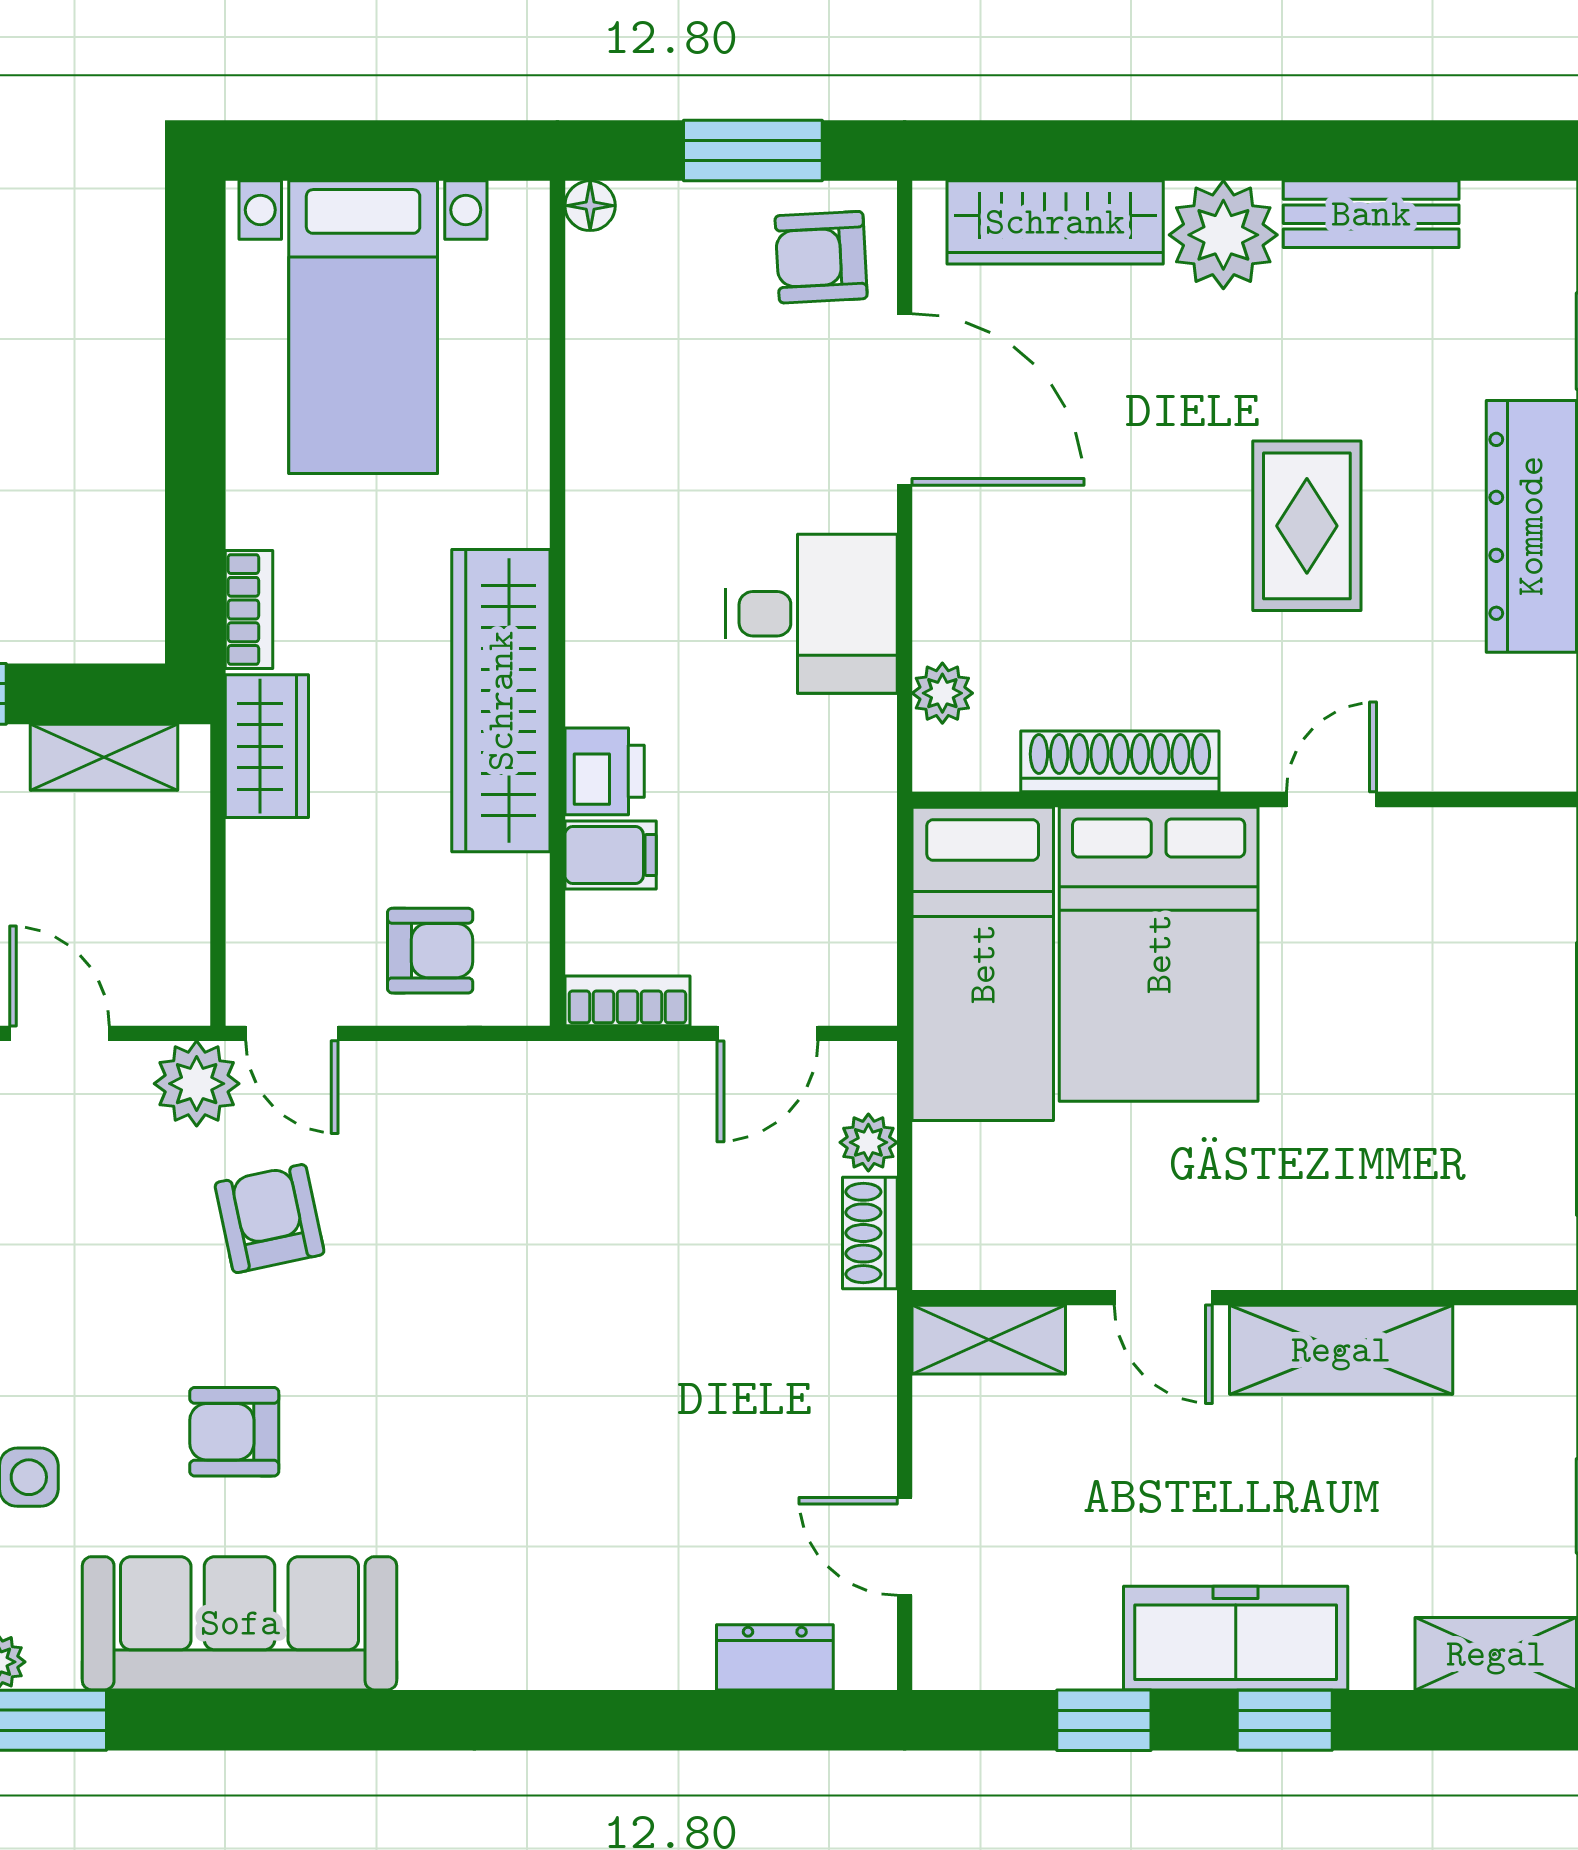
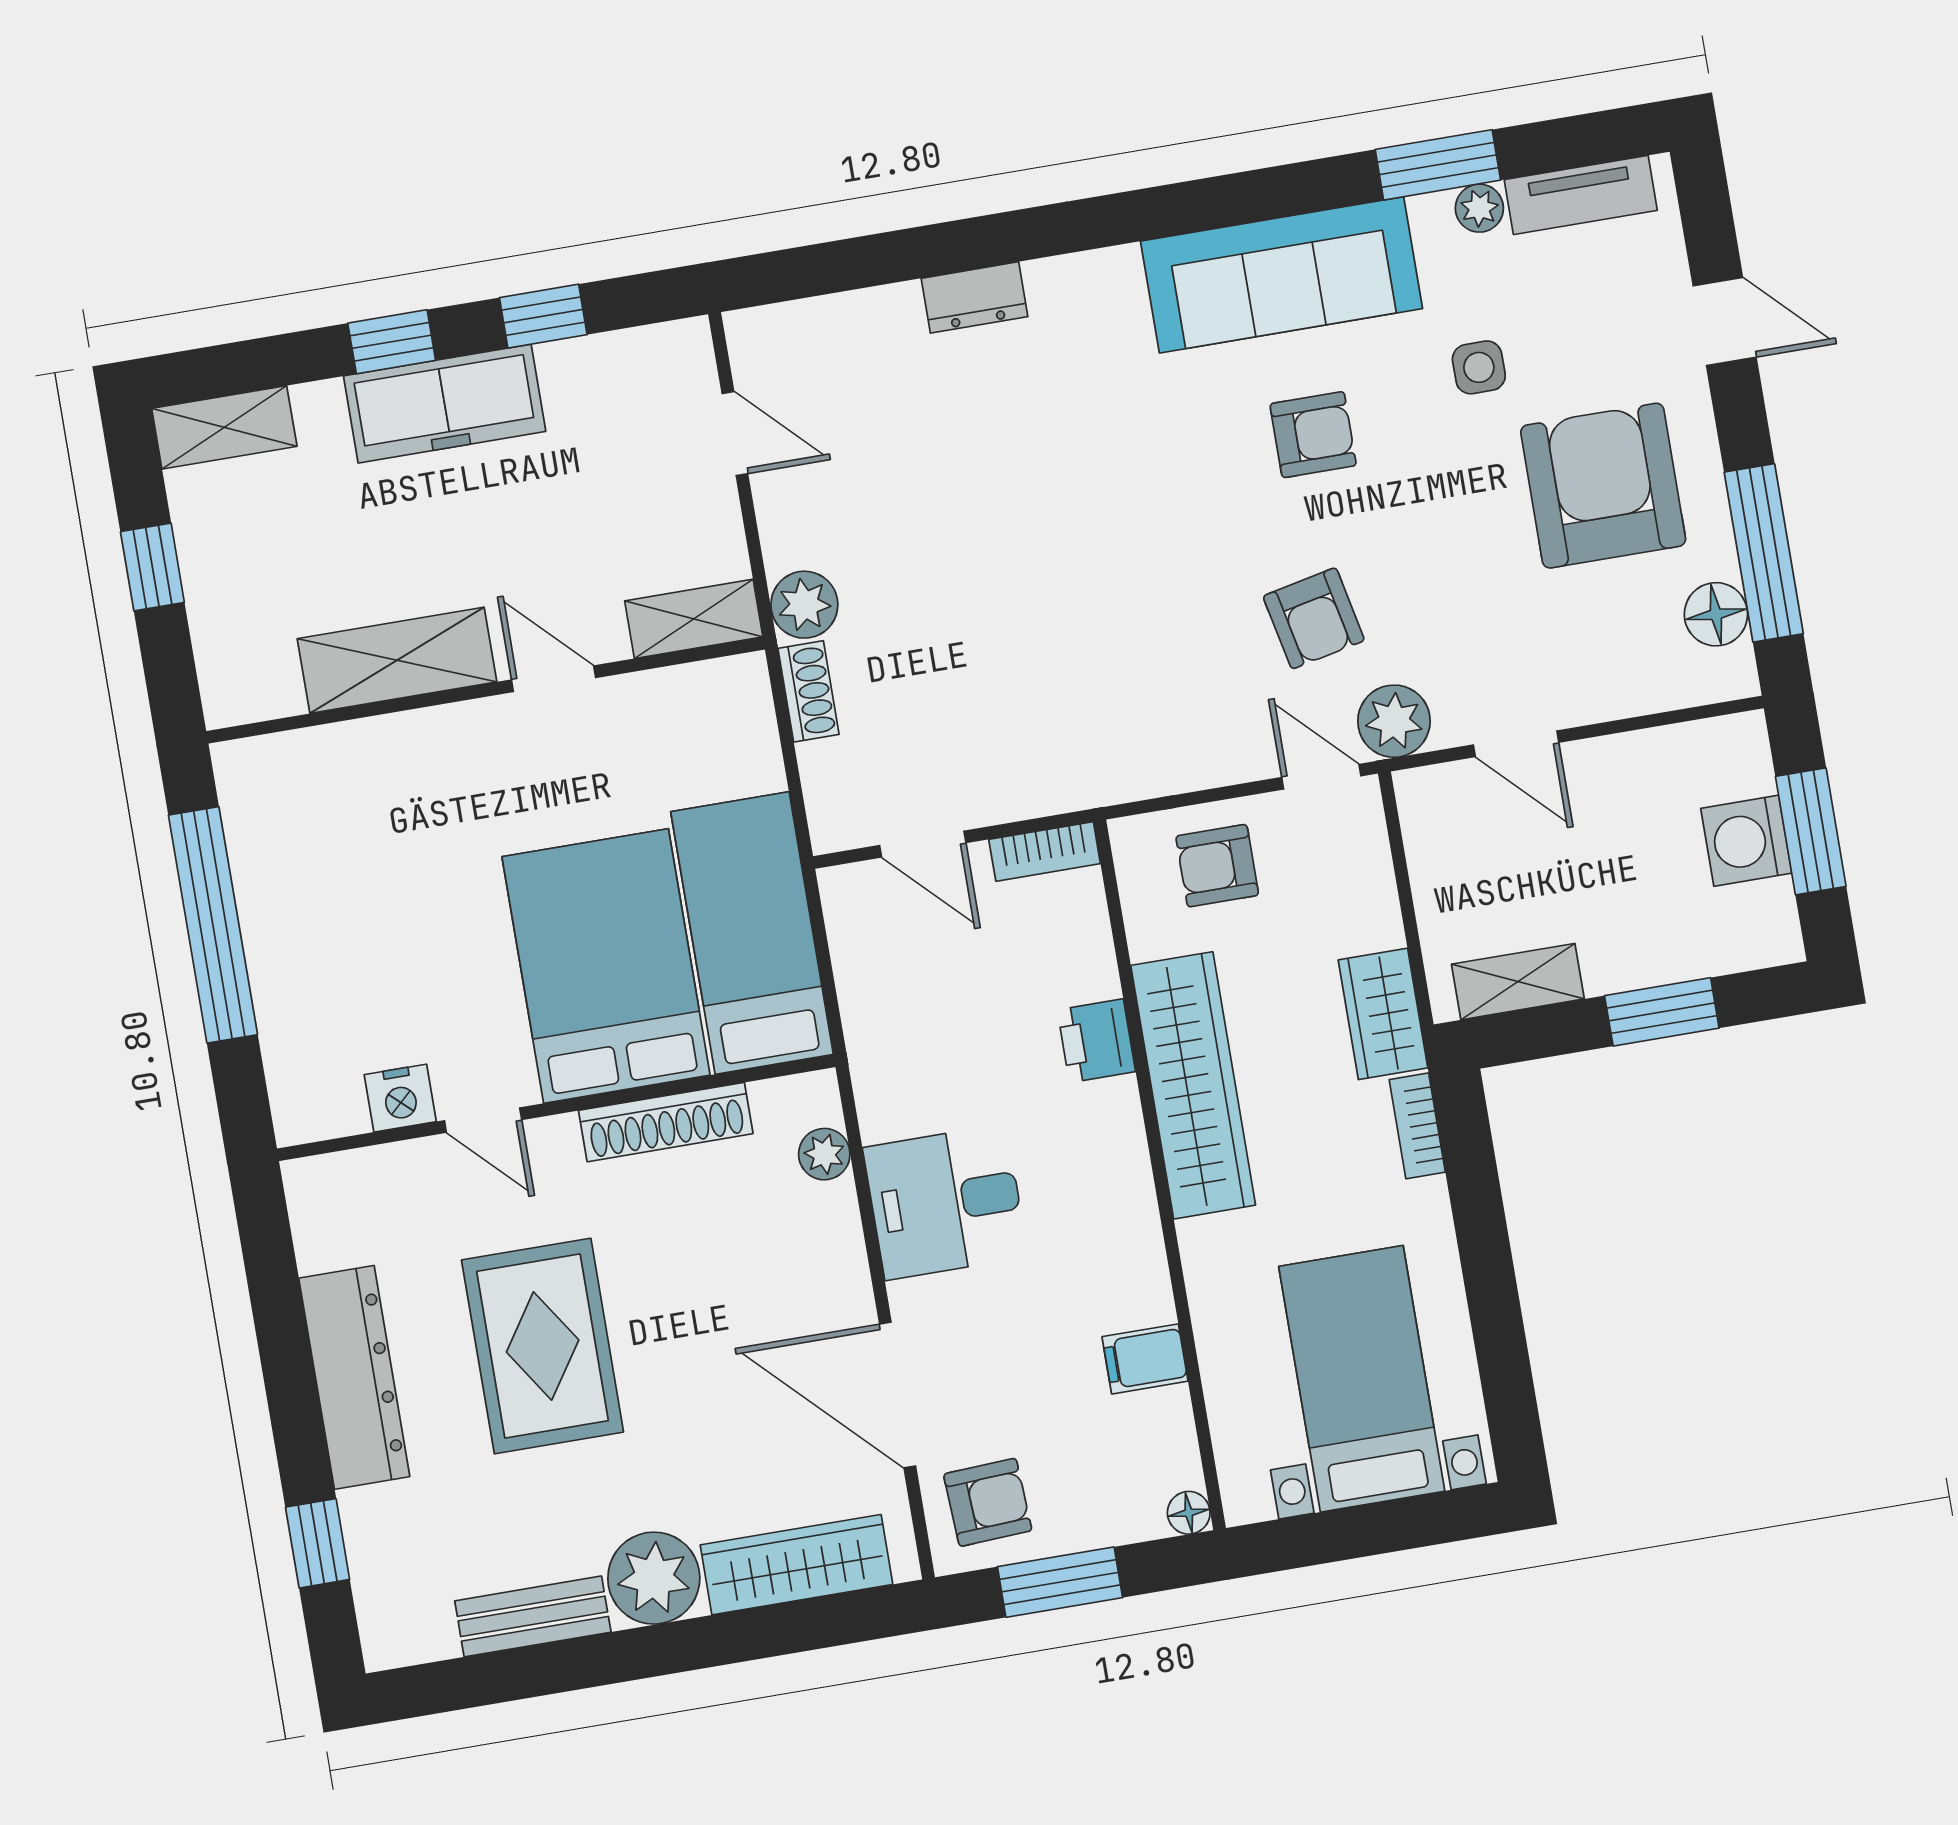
rug: (1307, 526) -> (543, 1346), width x1.36, depth x1.43
door: (1331, 800) -> (483, 1120), hinge flipped
nightstand: (1423, 841) -> (400, 1098), added
filing cabinet: (611, 855) -> (1145, 1359), moved
door: (767, 1033) -> (923, 844), swing flipped
plant: (868, 1142) -> (804, 605), moved, width x1.38, depth x1.38
dresser: (775, 1657) -> (975, 297), moved

